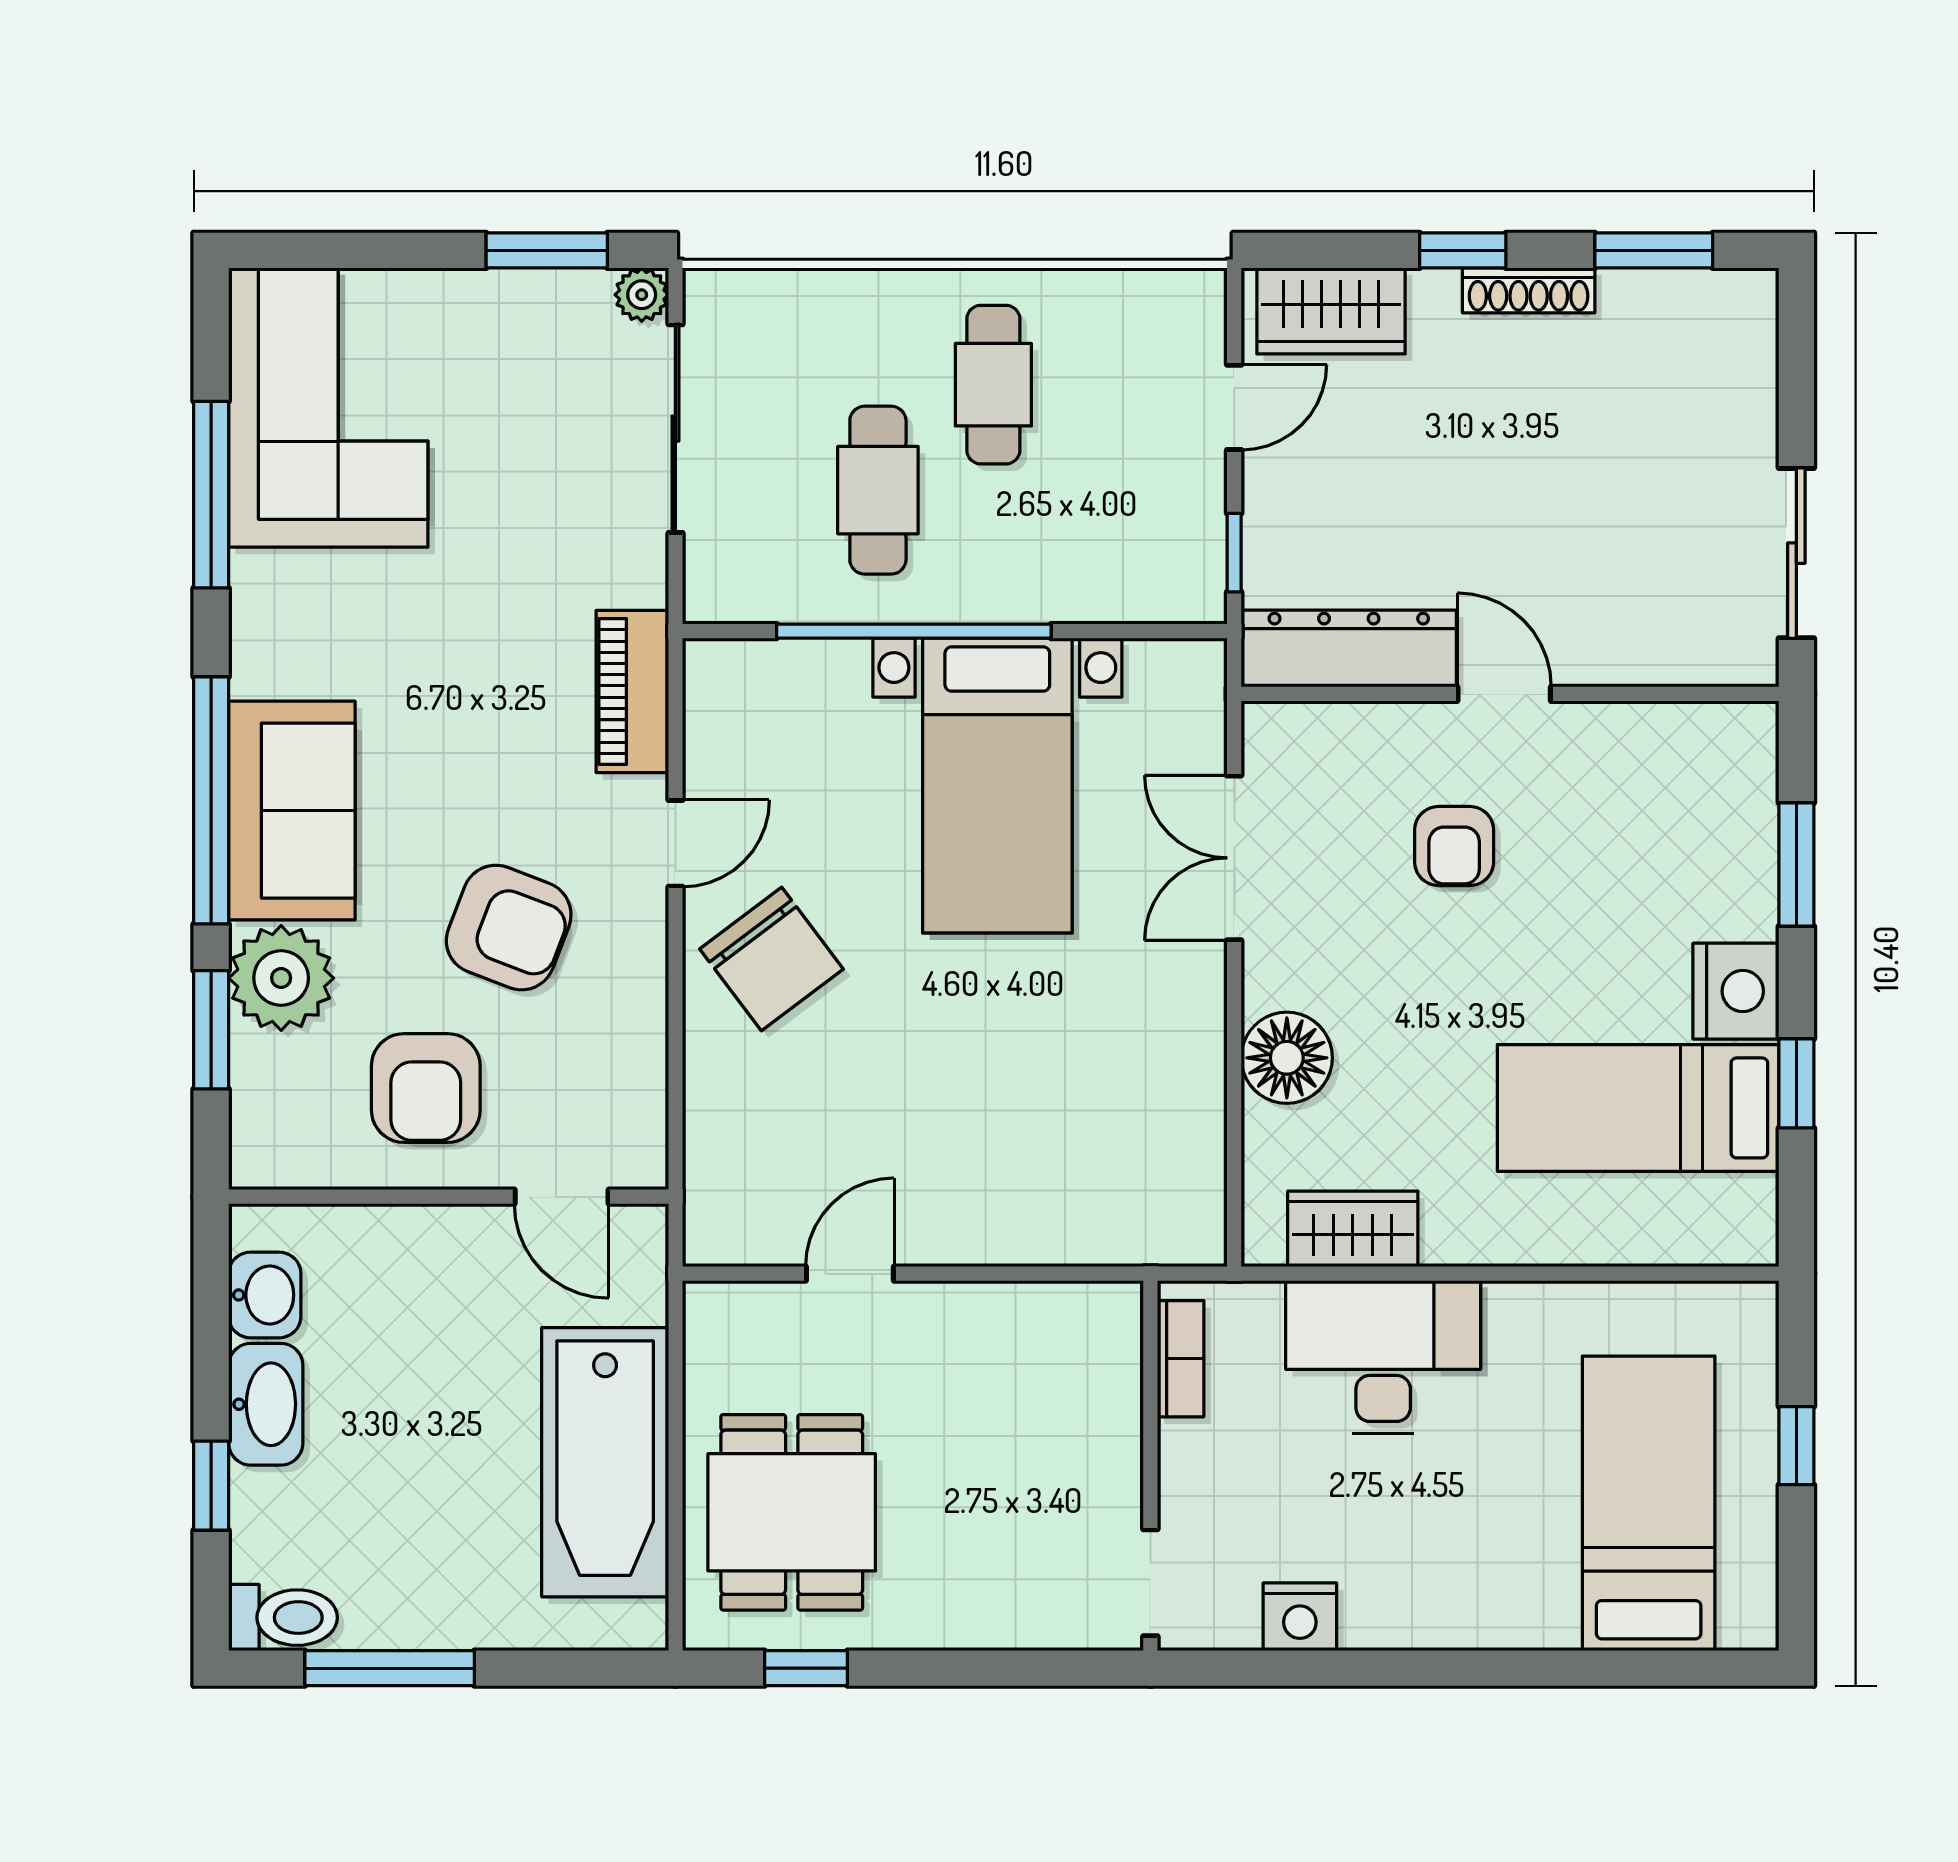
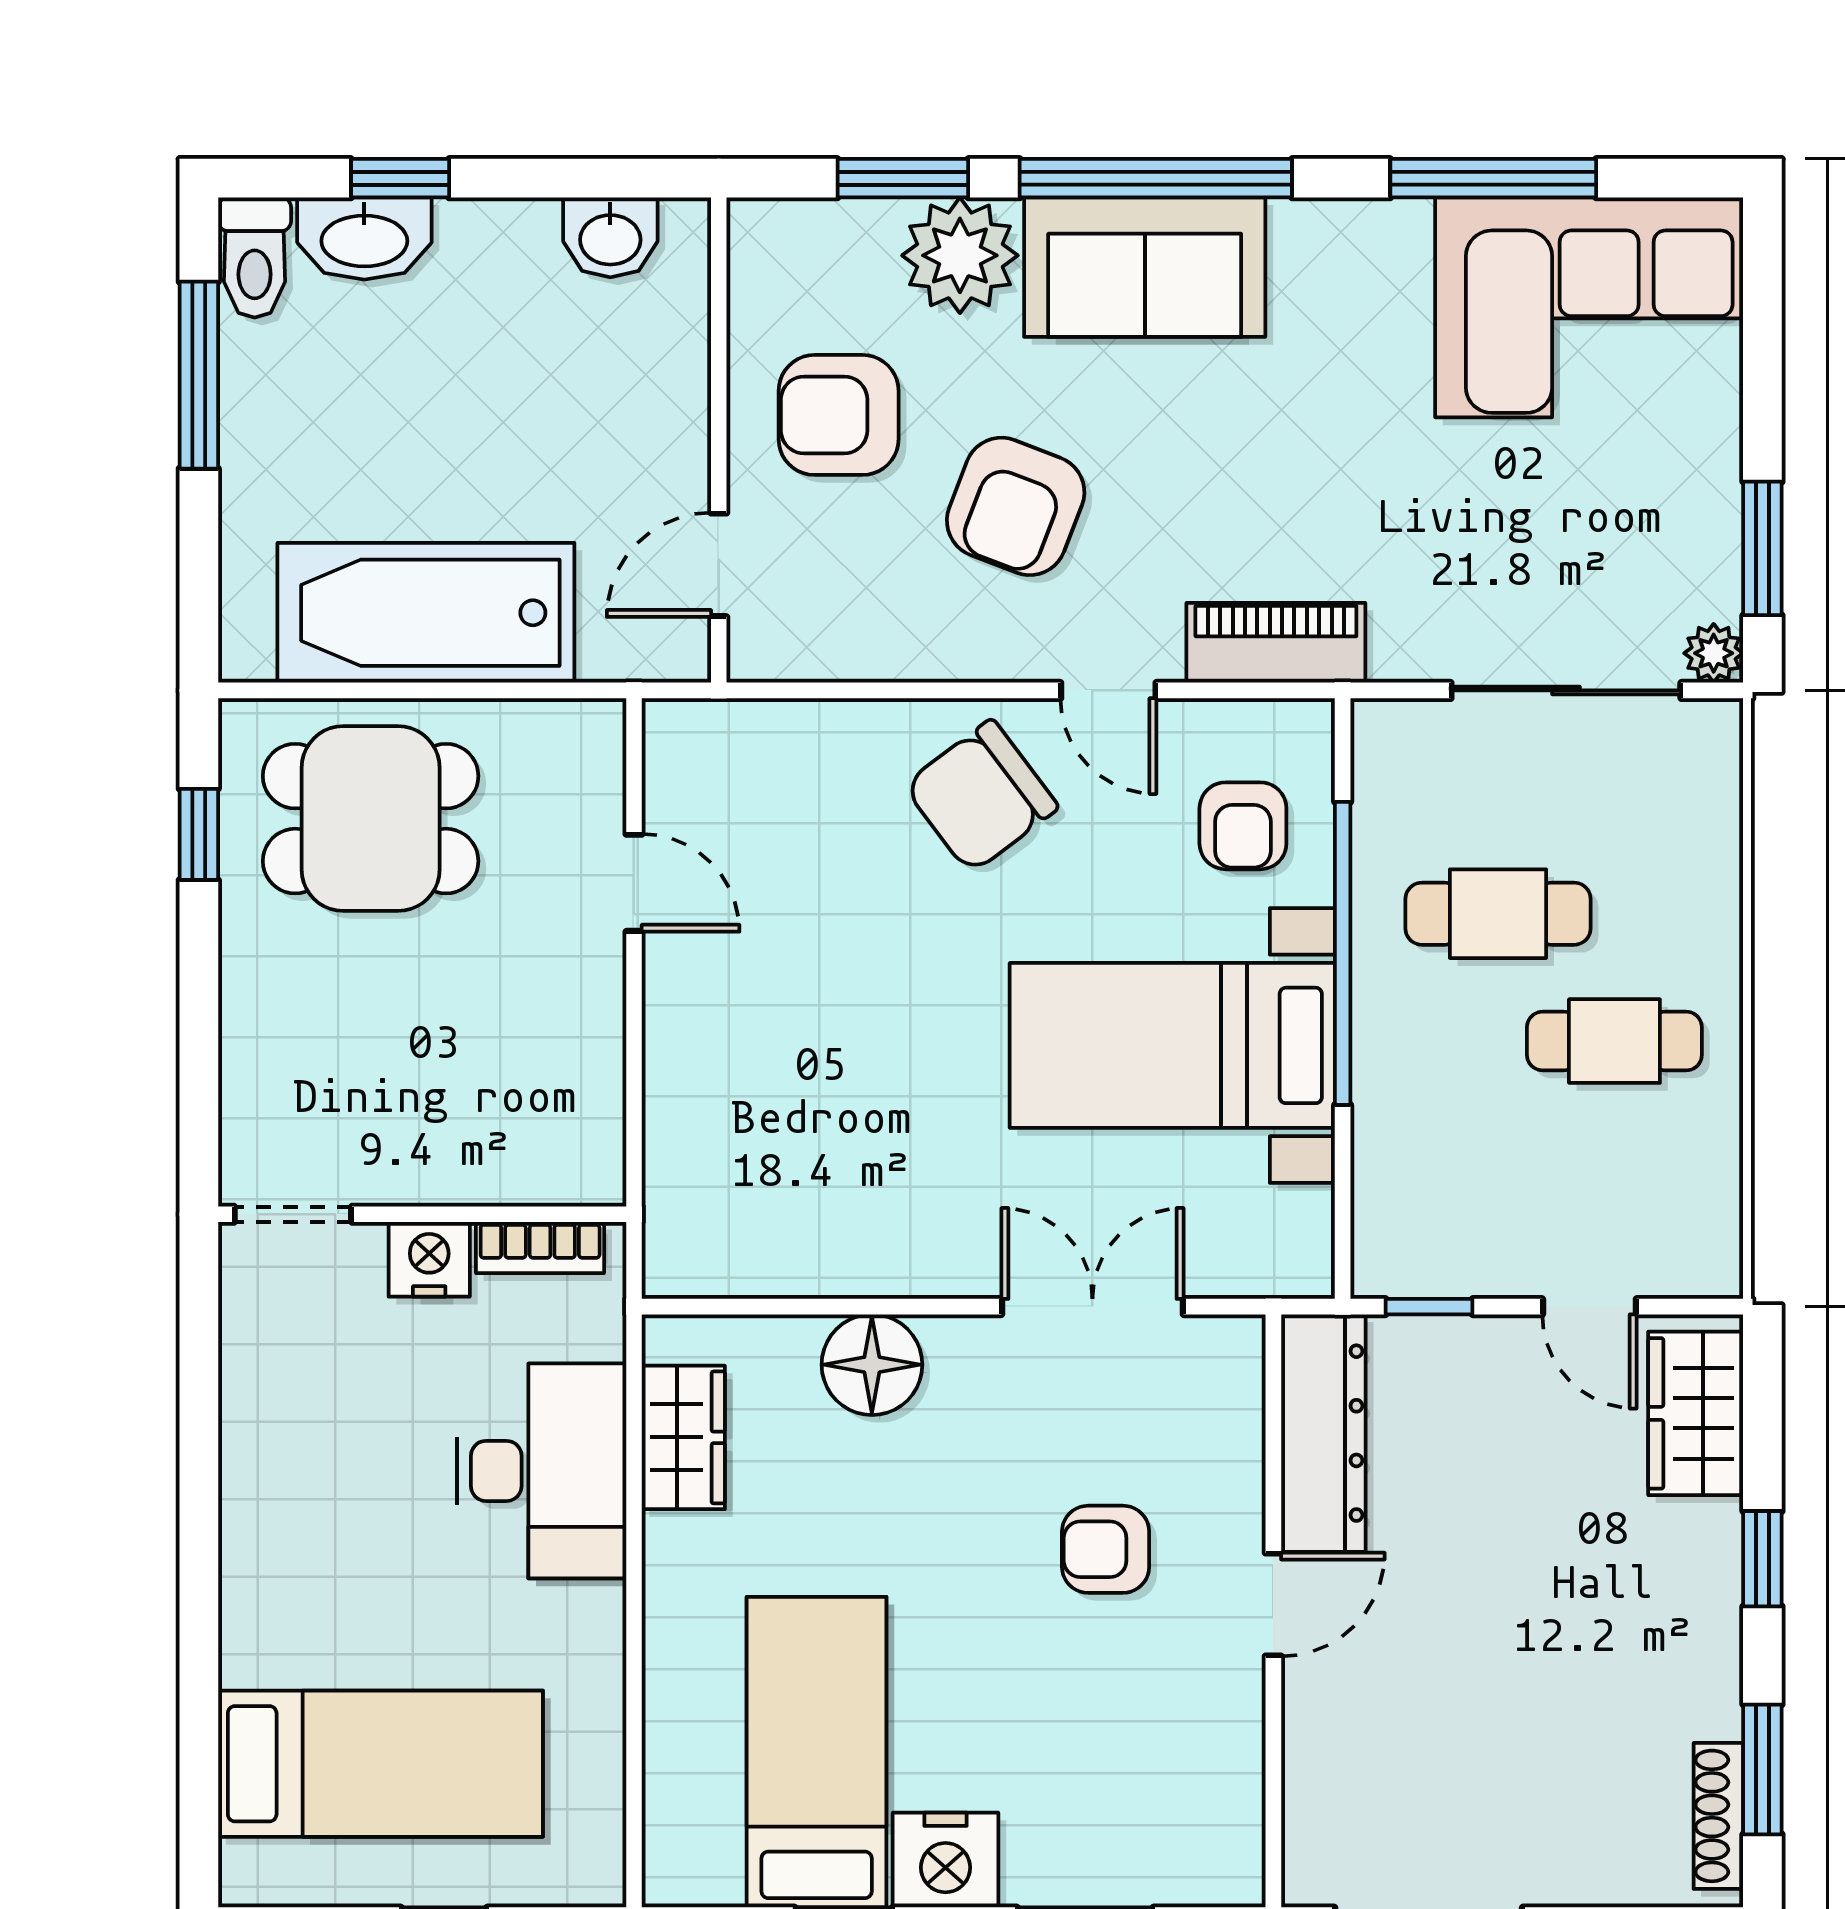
shoe rack: (1529, 290) -> (1718, 1816), moved
armchair: (798, 721) -> (1243, 826), added
washbasin: (266, 1404) -> (364, 239), moved
nightstand: (1300, 1617) -> (429, 1259), moved, turned 90

